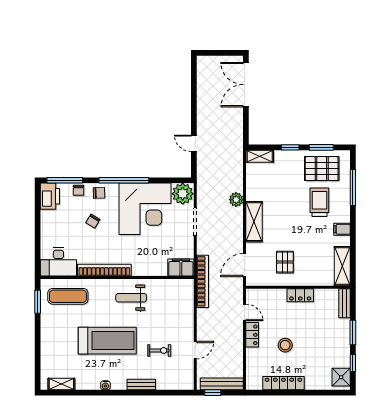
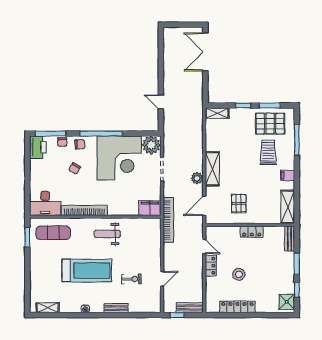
plant: (236, 200) -> (197, 178), moved
bench: (222, 384) -> (190, 308), width x0.73

